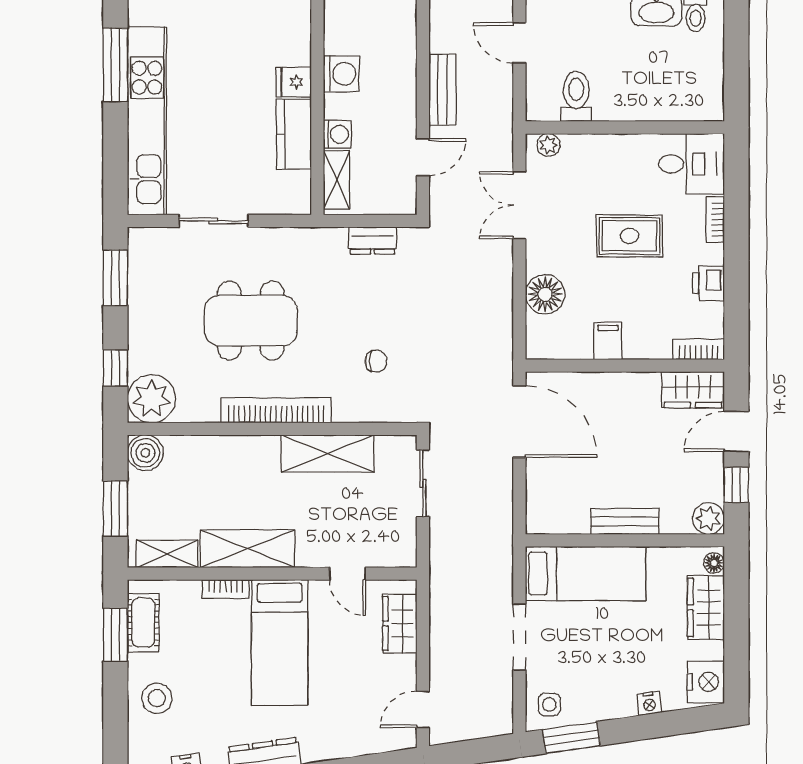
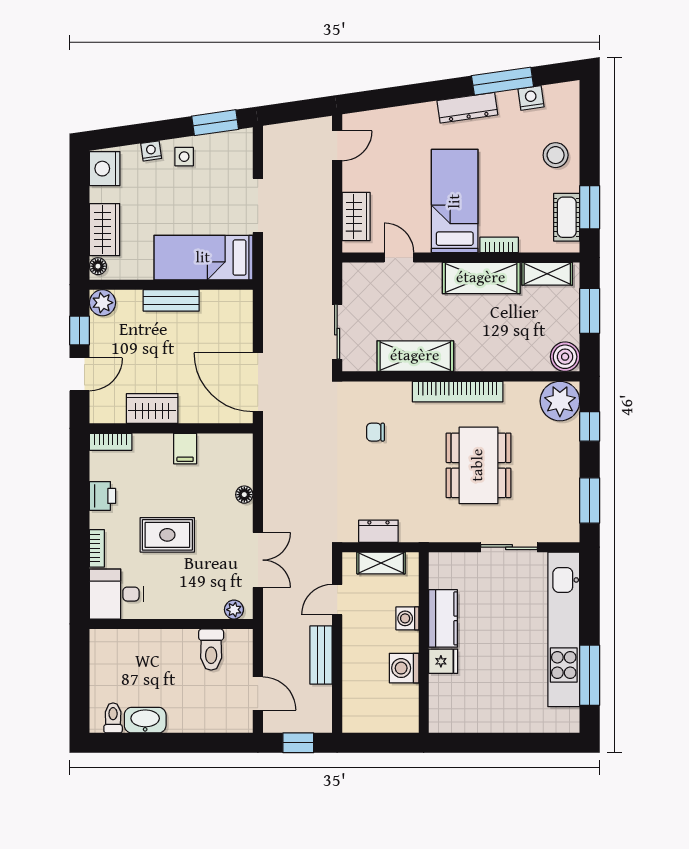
shelving: (337, 180) -> (381, 563), moved, turned 90
floor lamp: (545, 294) -> (244, 495), width x0.53, depth x0.53
dining table: (251, 321) -> (478, 465), turned 90
wardrobe: (693, 390) -> (152, 408), moved
side table: (549, 704) -> (184, 157), moved

